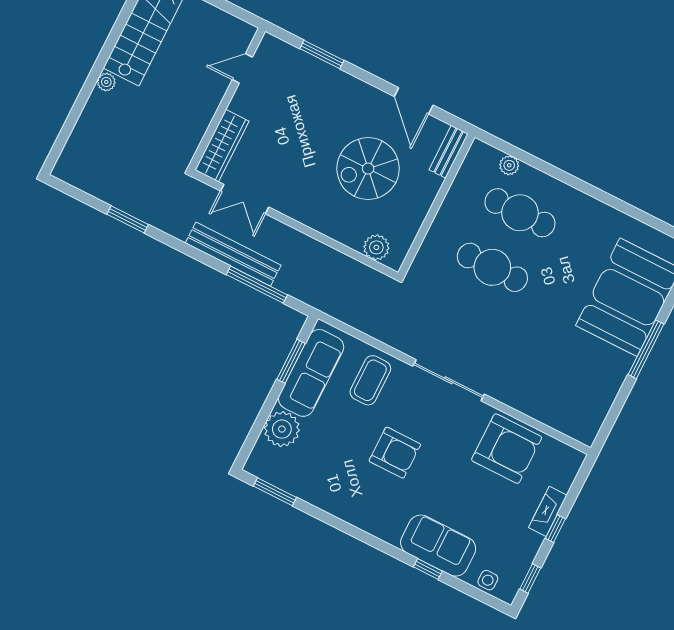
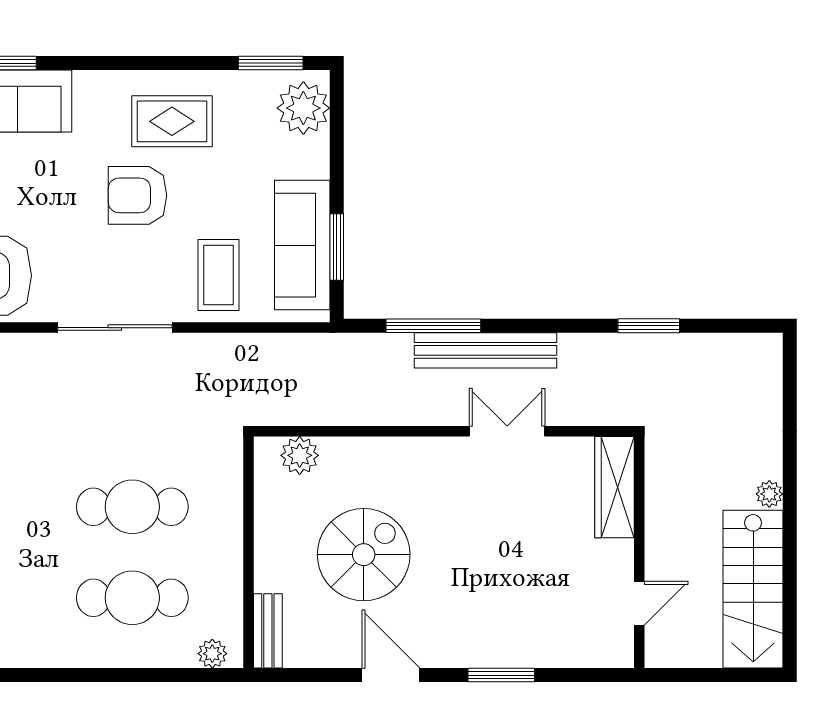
door: (242, 68) -> (639, 603), moved
wall: (227, 99) -> (639, 552), moved
door: (414, 101) -> (391, 675), moved
wardrobe: (222, 146) -> (614, 487), moved
plant: (509, 165) -> (212, 654), moved
plant: (282, 429) -> (303, 108), moved
rug: (352, 487) -> (172, 121), added

